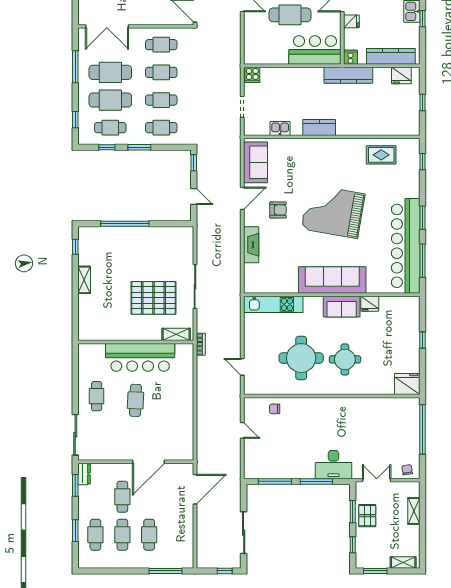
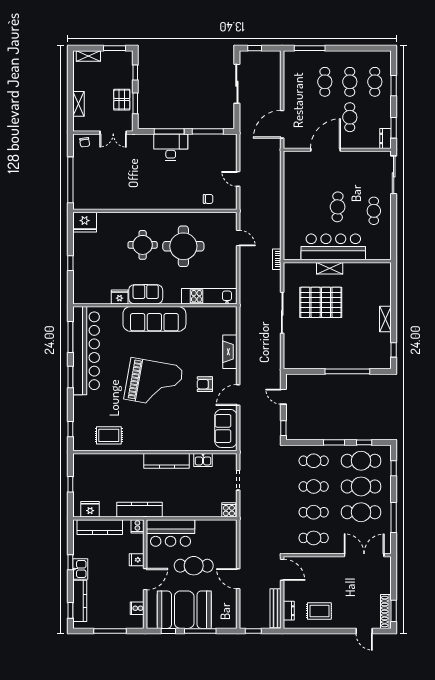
kitchen counter: (319, 127) -> (167, 461), width x1.50
cafe table: (110, 128) -> (361, 461), width x1.37, depth x1.35
shelving: (176, 334) -> (330, 268), moved
desk: (334, 465) -> (171, 147), moved

